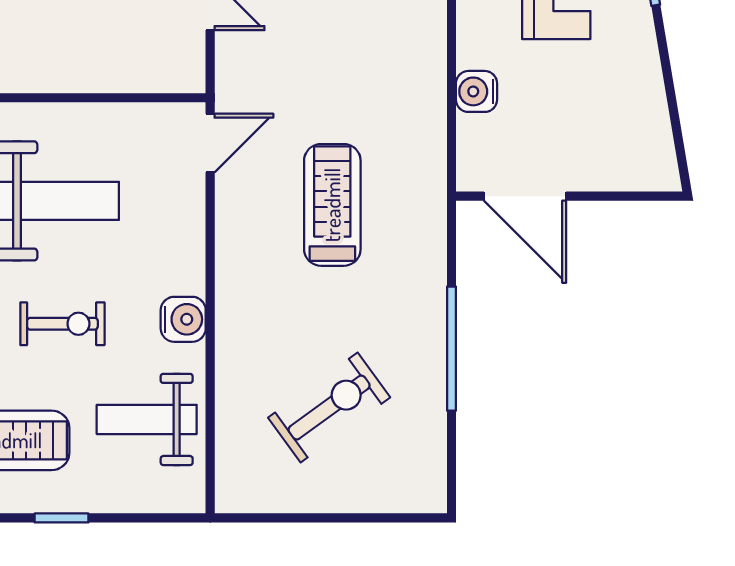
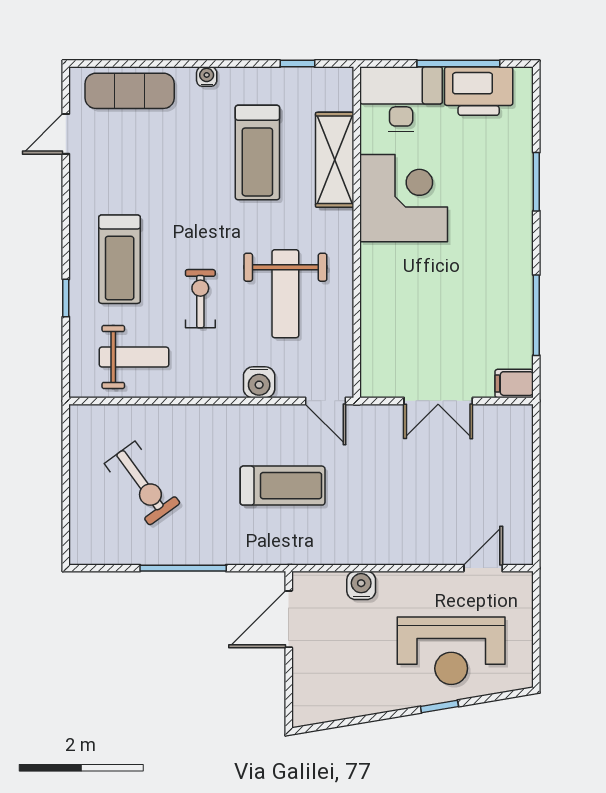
water cooler: (183, 319) -> (259, 382), moved
exercise bike: (62, 324) -> (200, 299), turned 180
weight bench: (147, 419) -> (134, 357), turned 90

